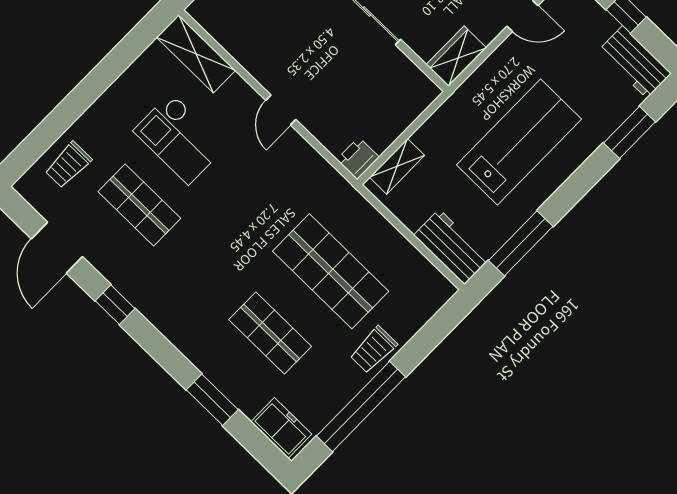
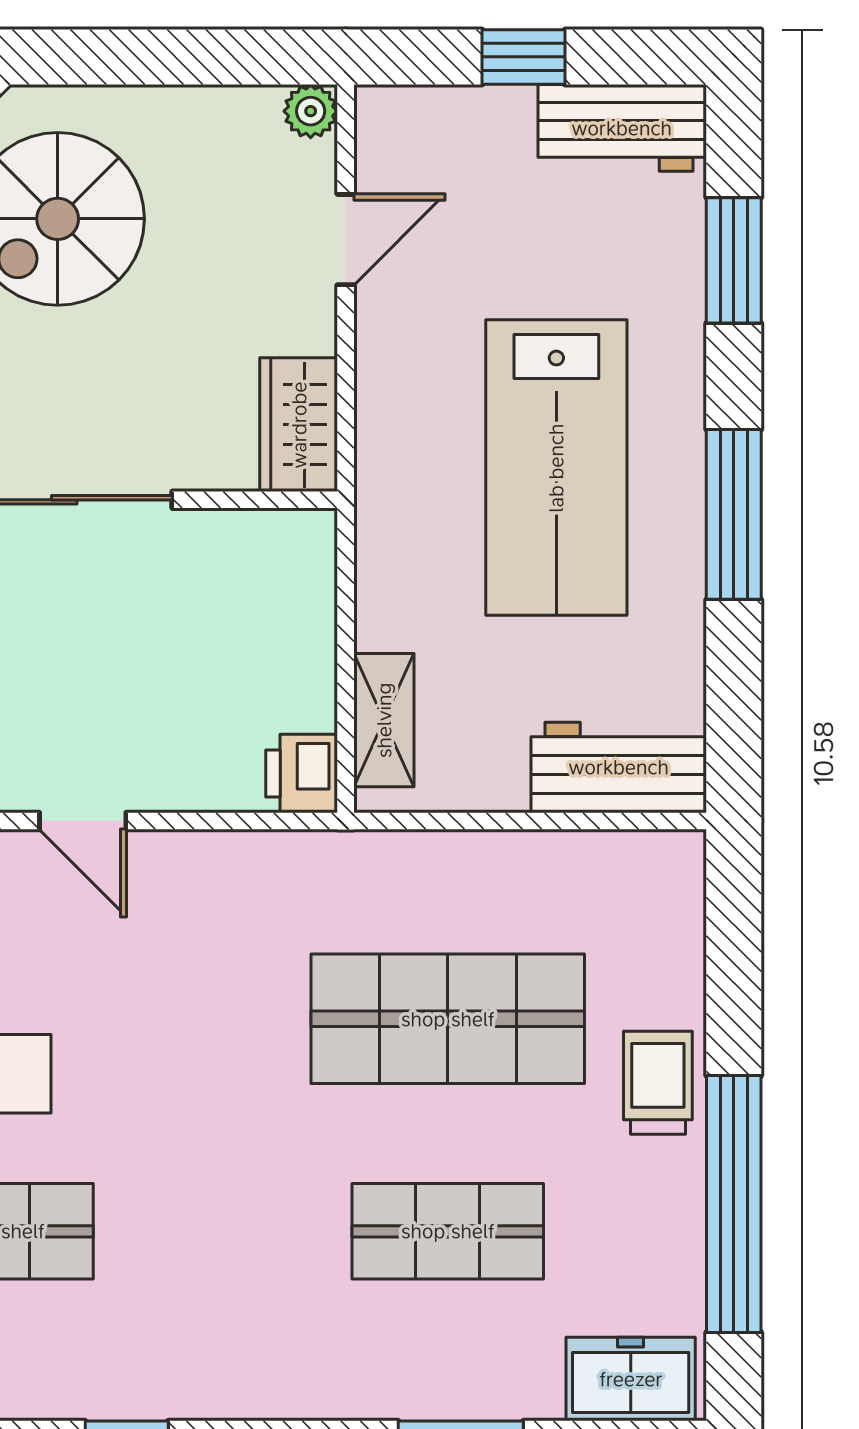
lab bench: (519, 142) -> (556, 468), turned 180
window: (521, 243) -> (734, 514), moved
trolley: (373, 350) -> (658, 1083), turned 180

